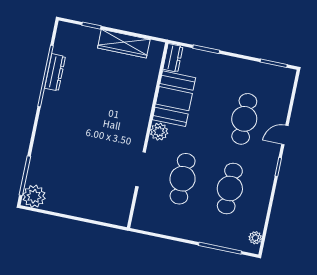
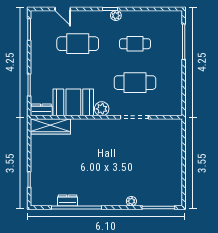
wardrobe: (124, 44) -> (50, 126), moved, turned 90
dresser: (55, 72) -> (68, 201), width x0.70
door: (285, 135) -> (63, 9), moved
cafe table: (230, 189) -> (135, 44), width x0.73, depth x0.74
plant: (34, 196) -> (131, 201), moved, width x0.53, depth x0.53
plant: (255, 238) -> (116, 16), moved

